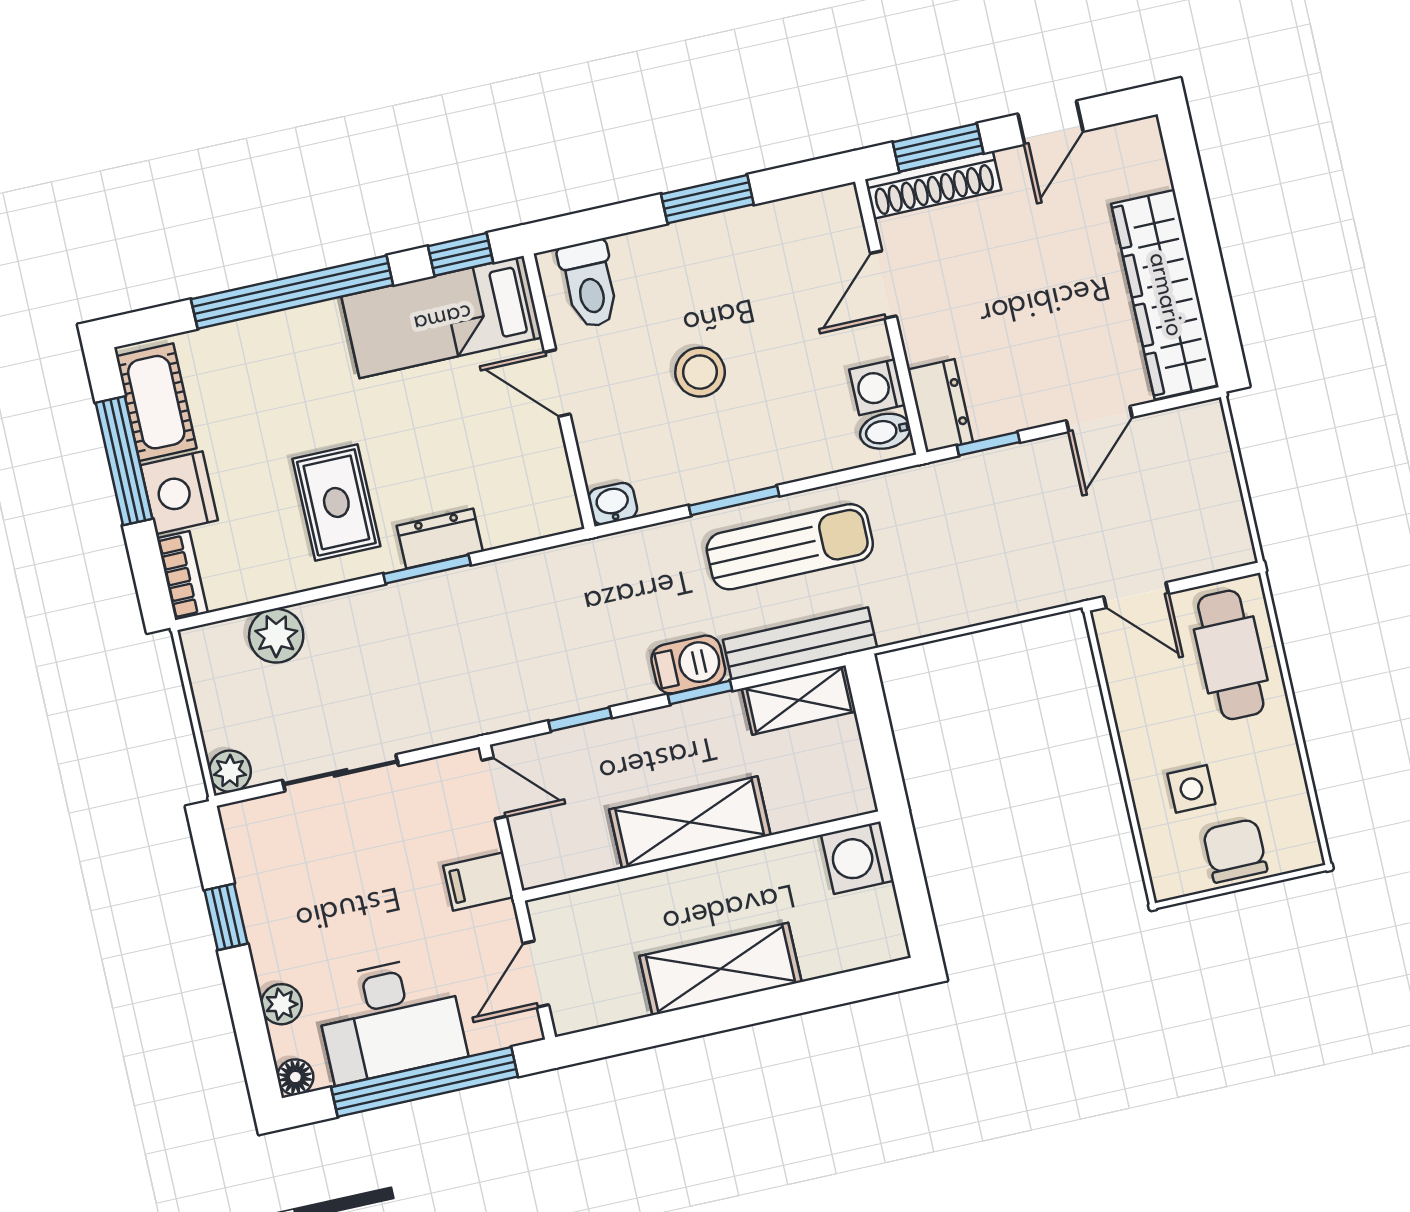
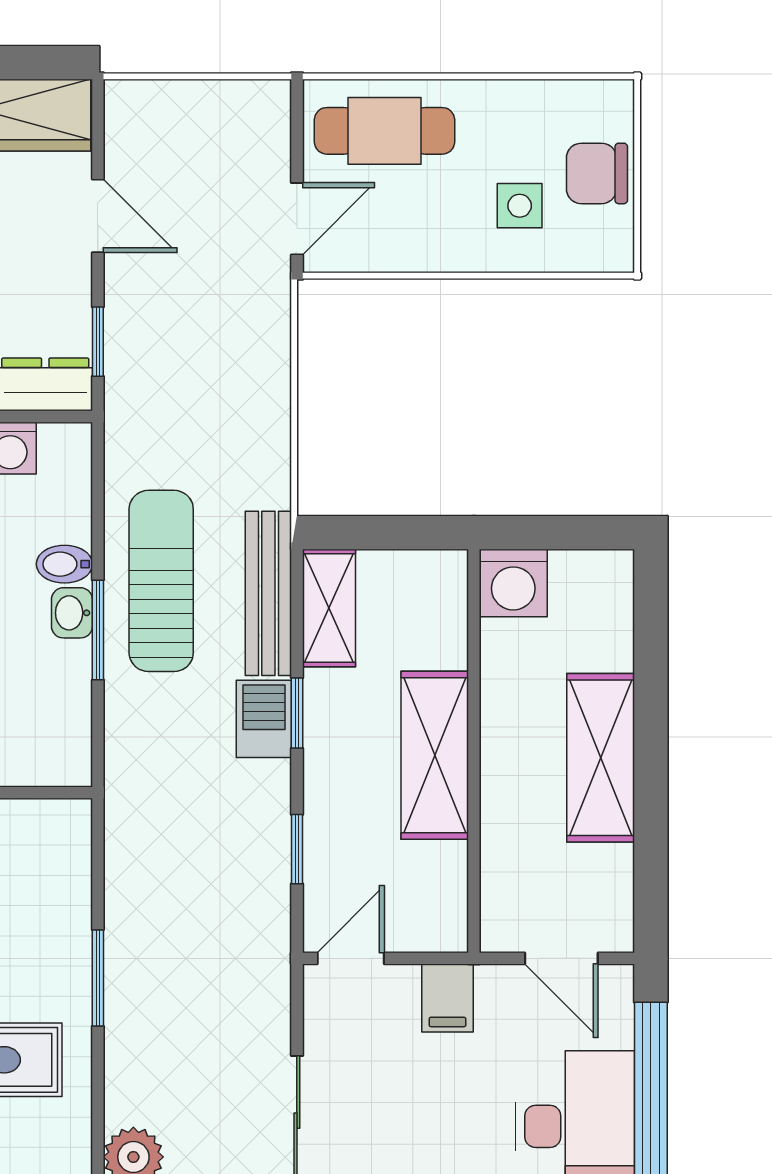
bidet: (885, 431) -> (64, 564), moved, turned 90
washbasin: (613, 504) -> (72, 613), moved
dresser: (440, 539) -> (68, 957), removed

